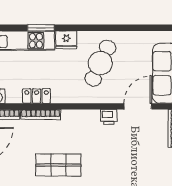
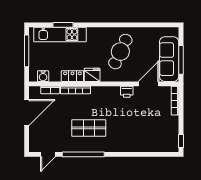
window: (41, 28) -> (63, 25), moved
fridge: (66, 40) -> (92, 75), moved, turned 180

